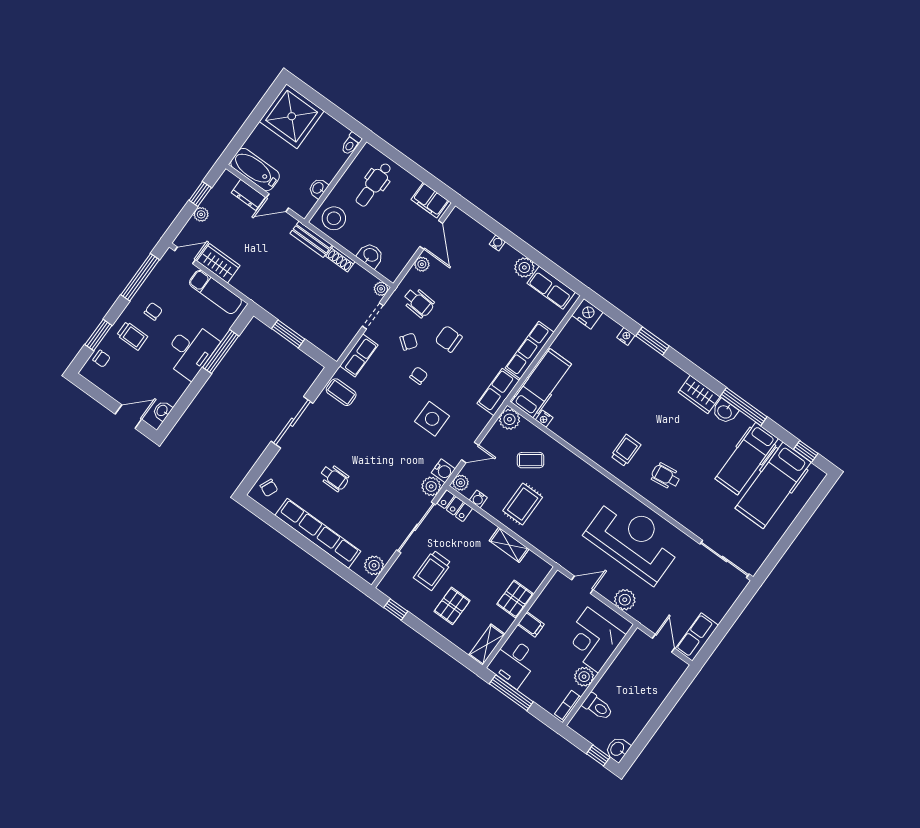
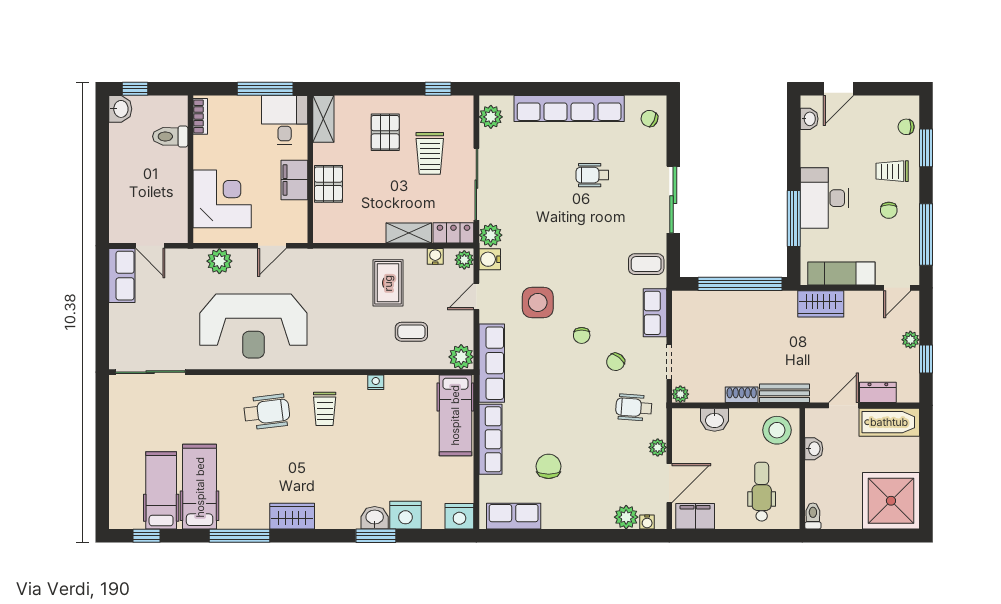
door: (431, 235) -> (669, 483), swing flipped
water cooler: (497, 243) -> (647, 522), moved
wardrobe: (218, 263) -> (821, 304), moved
plant: (524, 267) -> (626, 517), moved
window: (288, 334) -> (740, 284), width x2.11
nightstand: (626, 336) -> (405, 515), width x1.89, depth x1.79
chair: (449, 339) -> (549, 466), moved, turned -90
row of seats: (498, 392) -> (492, 363), width x1.48
washbasin: (725, 411) -> (375, 518), moved
nightstand: (544, 419) -> (376, 382), moved
coffee table: (531, 460) -> (411, 332), turned 36
wheelchair: (666, 476) -> (267, 412), width x1.36, depth x1.37
hospital bed: (773, 485) -> (161, 490), width x0.73, depth x0.78
shelving: (509, 545) -> (409, 233), moved
trolley: (432, 570) -> (430, 153), turned 180
filing cabinet: (531, 624) -> (294, 180), width x2.00
plant: (584, 677) -> (205, 156), removed

